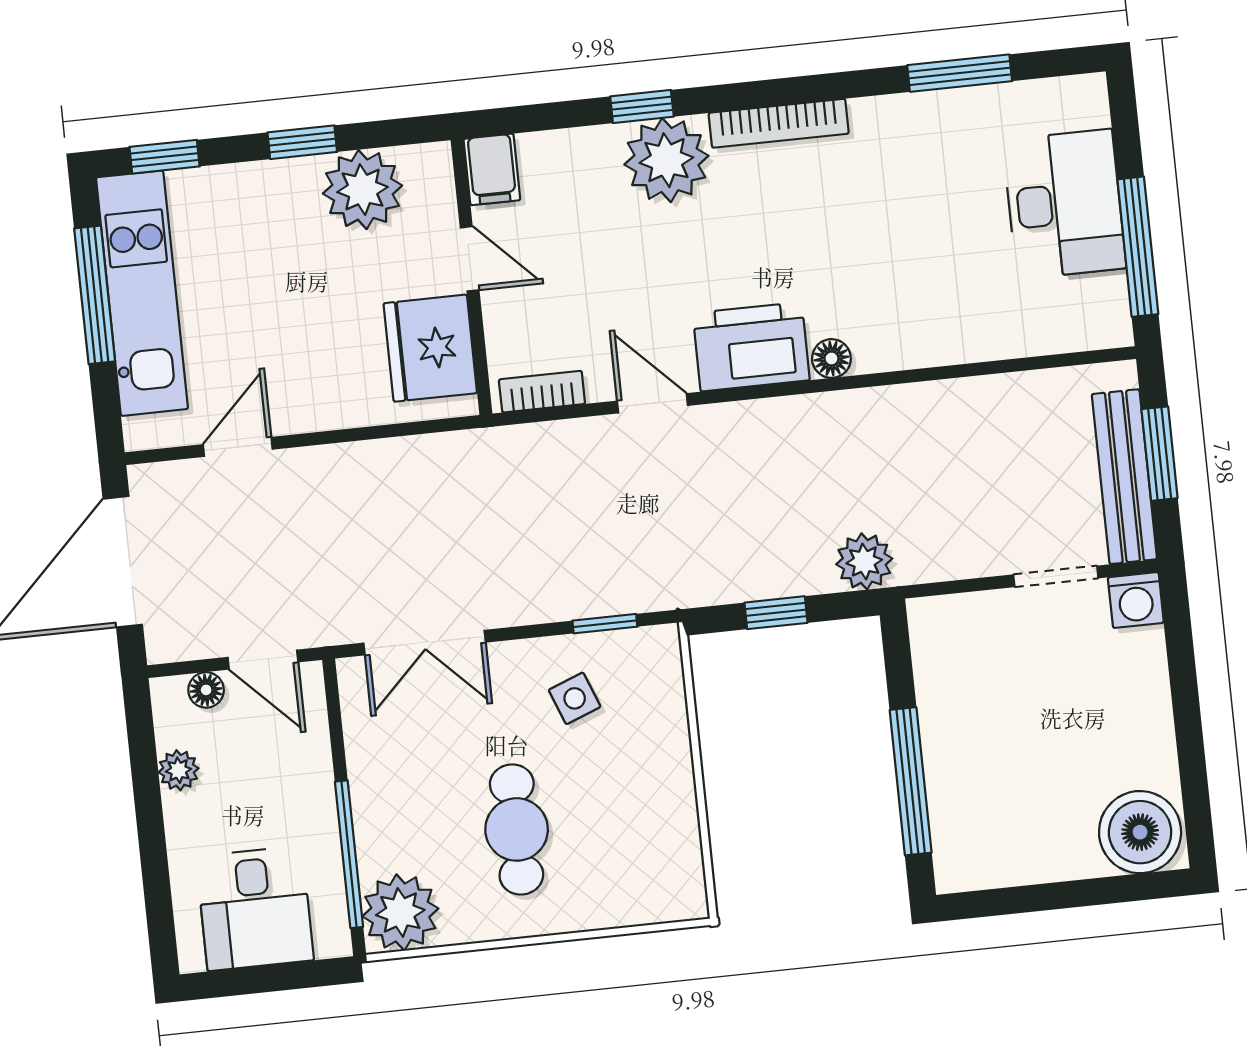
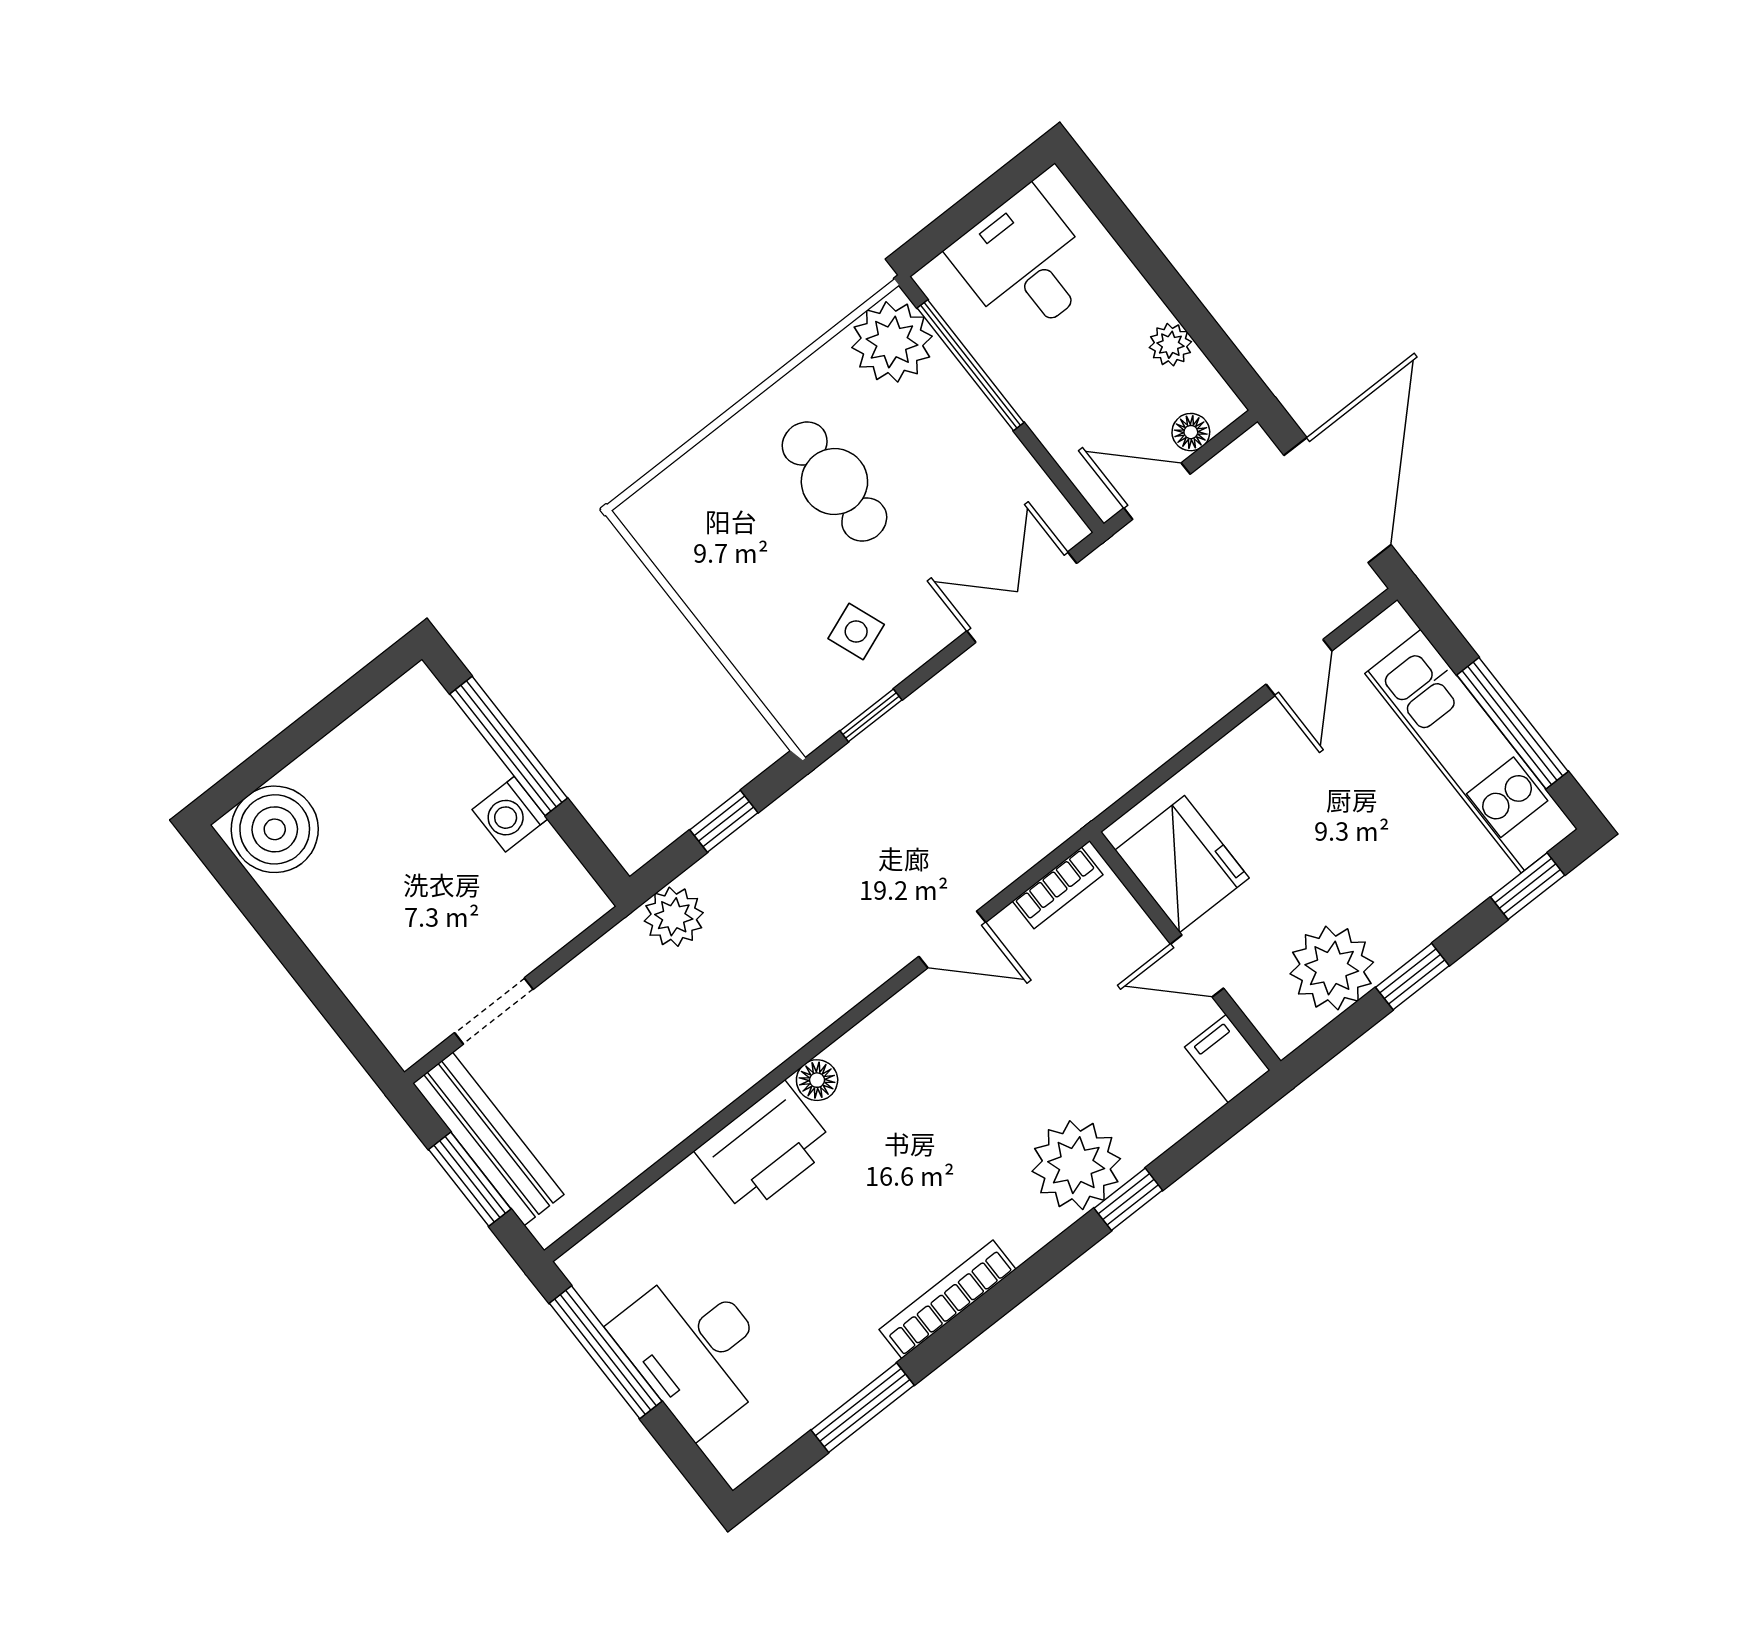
bookcase: (779, 123) -> (948, 1299), moved
printer: (751, 347) -> (765, 1148), moved
washing machine: (1136, 600) -> (510, 814), moved, turned -90

